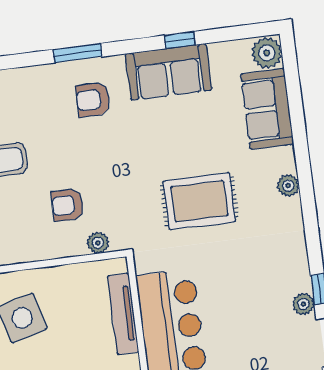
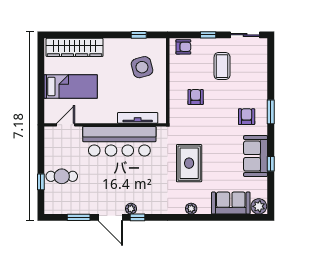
plant: (98, 243) -> (175, 110), removed

